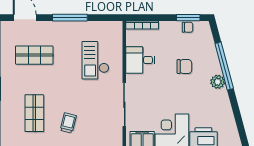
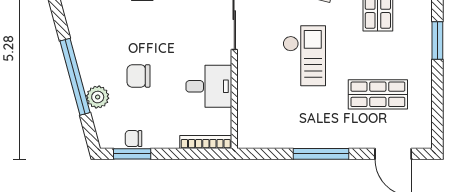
checkout: (95, 60) -> (304, 56), moved
plant: (218, 82) -> (98, 97), moved

